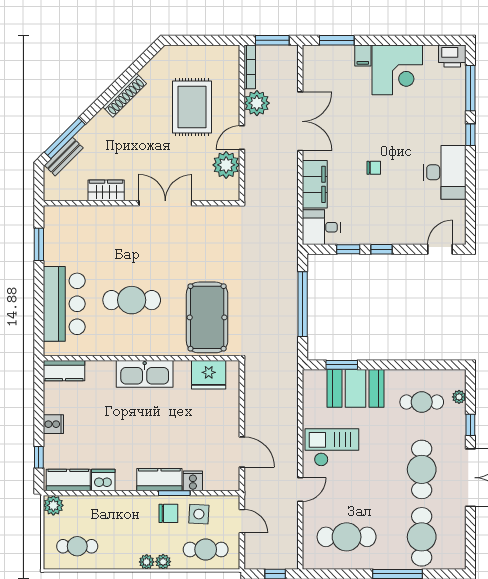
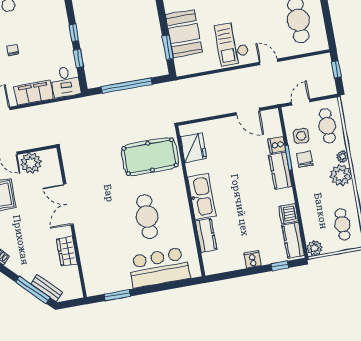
kitchen counter: (64, 371) -> (206, 235), moved
door: (242, 452) -> (248, 112), swing flipped
plant: (147, 562) -> (341, 175), width x1.87, depth x1.87

